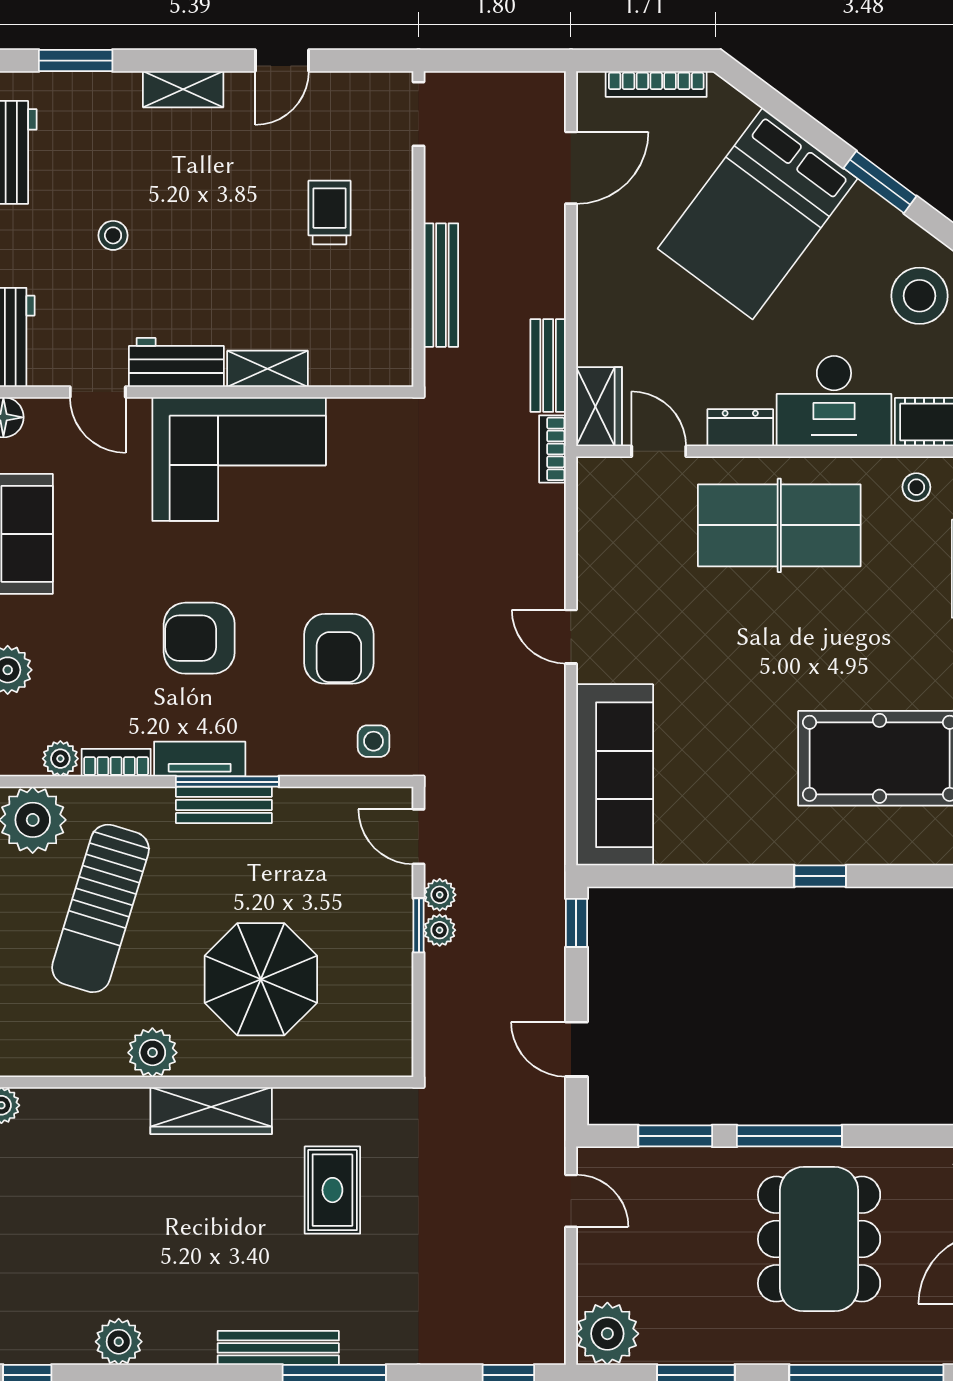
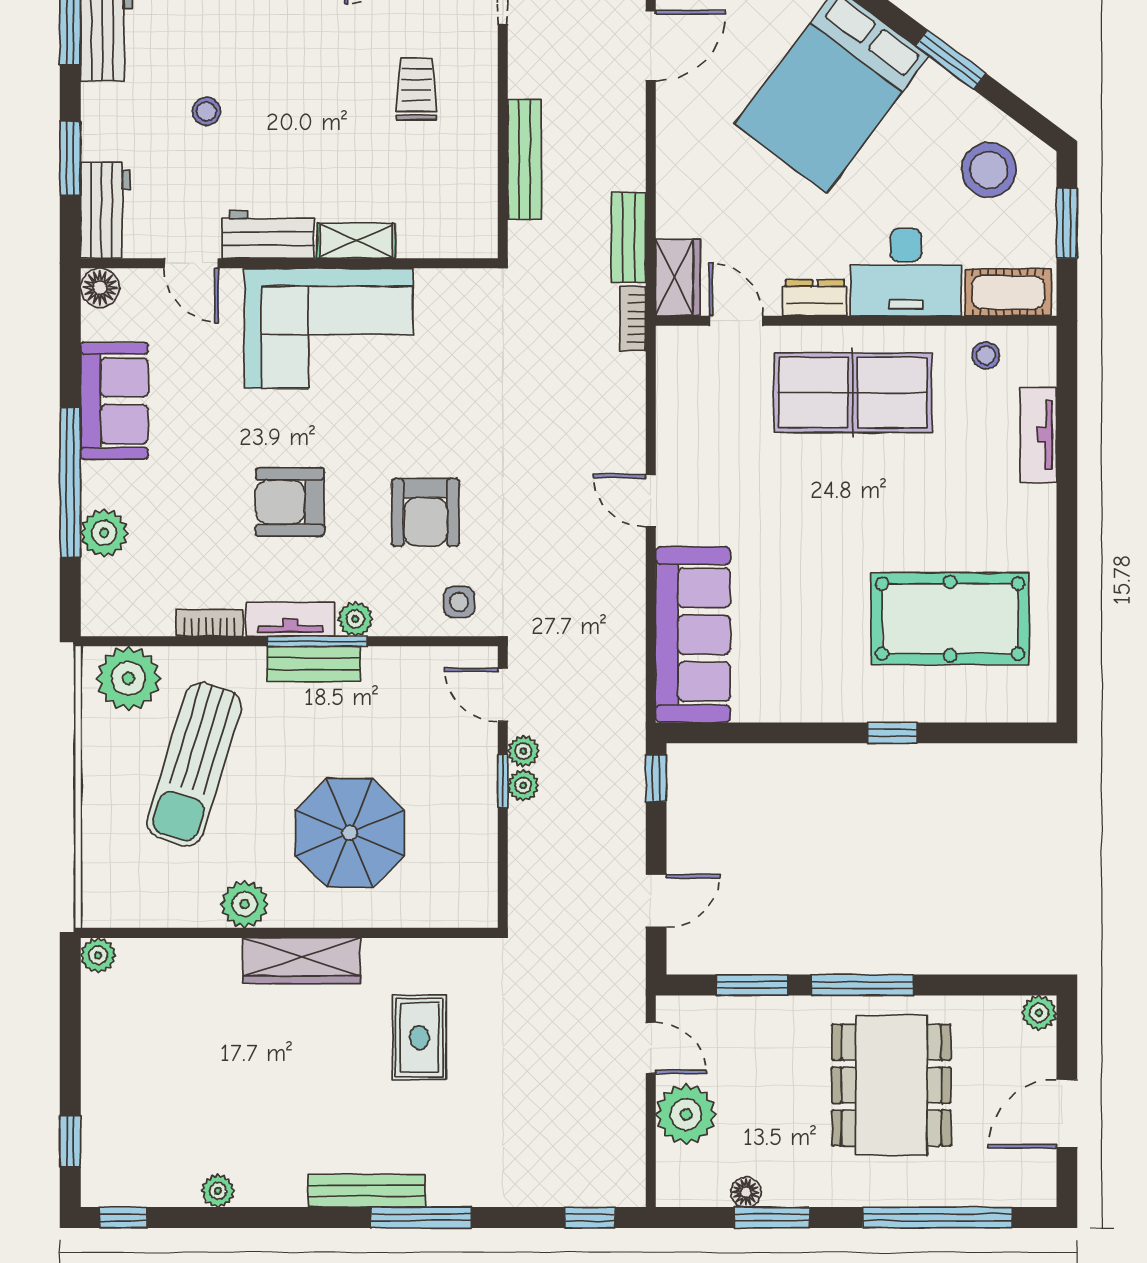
plant: (60, 759) -> (355, 619), moved
door: (576, 1049) -> (656, 901), swing flipped
plant: (607, 1334) -> (686, 1114), moved
plant: (119, 1342) -> (218, 1191), width x0.73, depth x0.73
floor lamp: (669, 1349) -> (746, 1192), added

